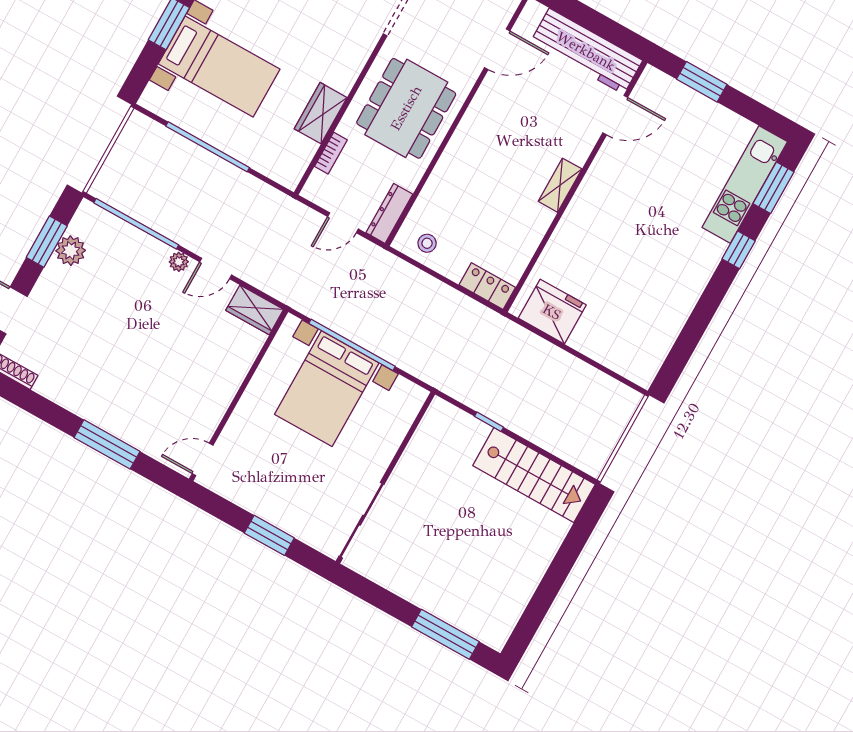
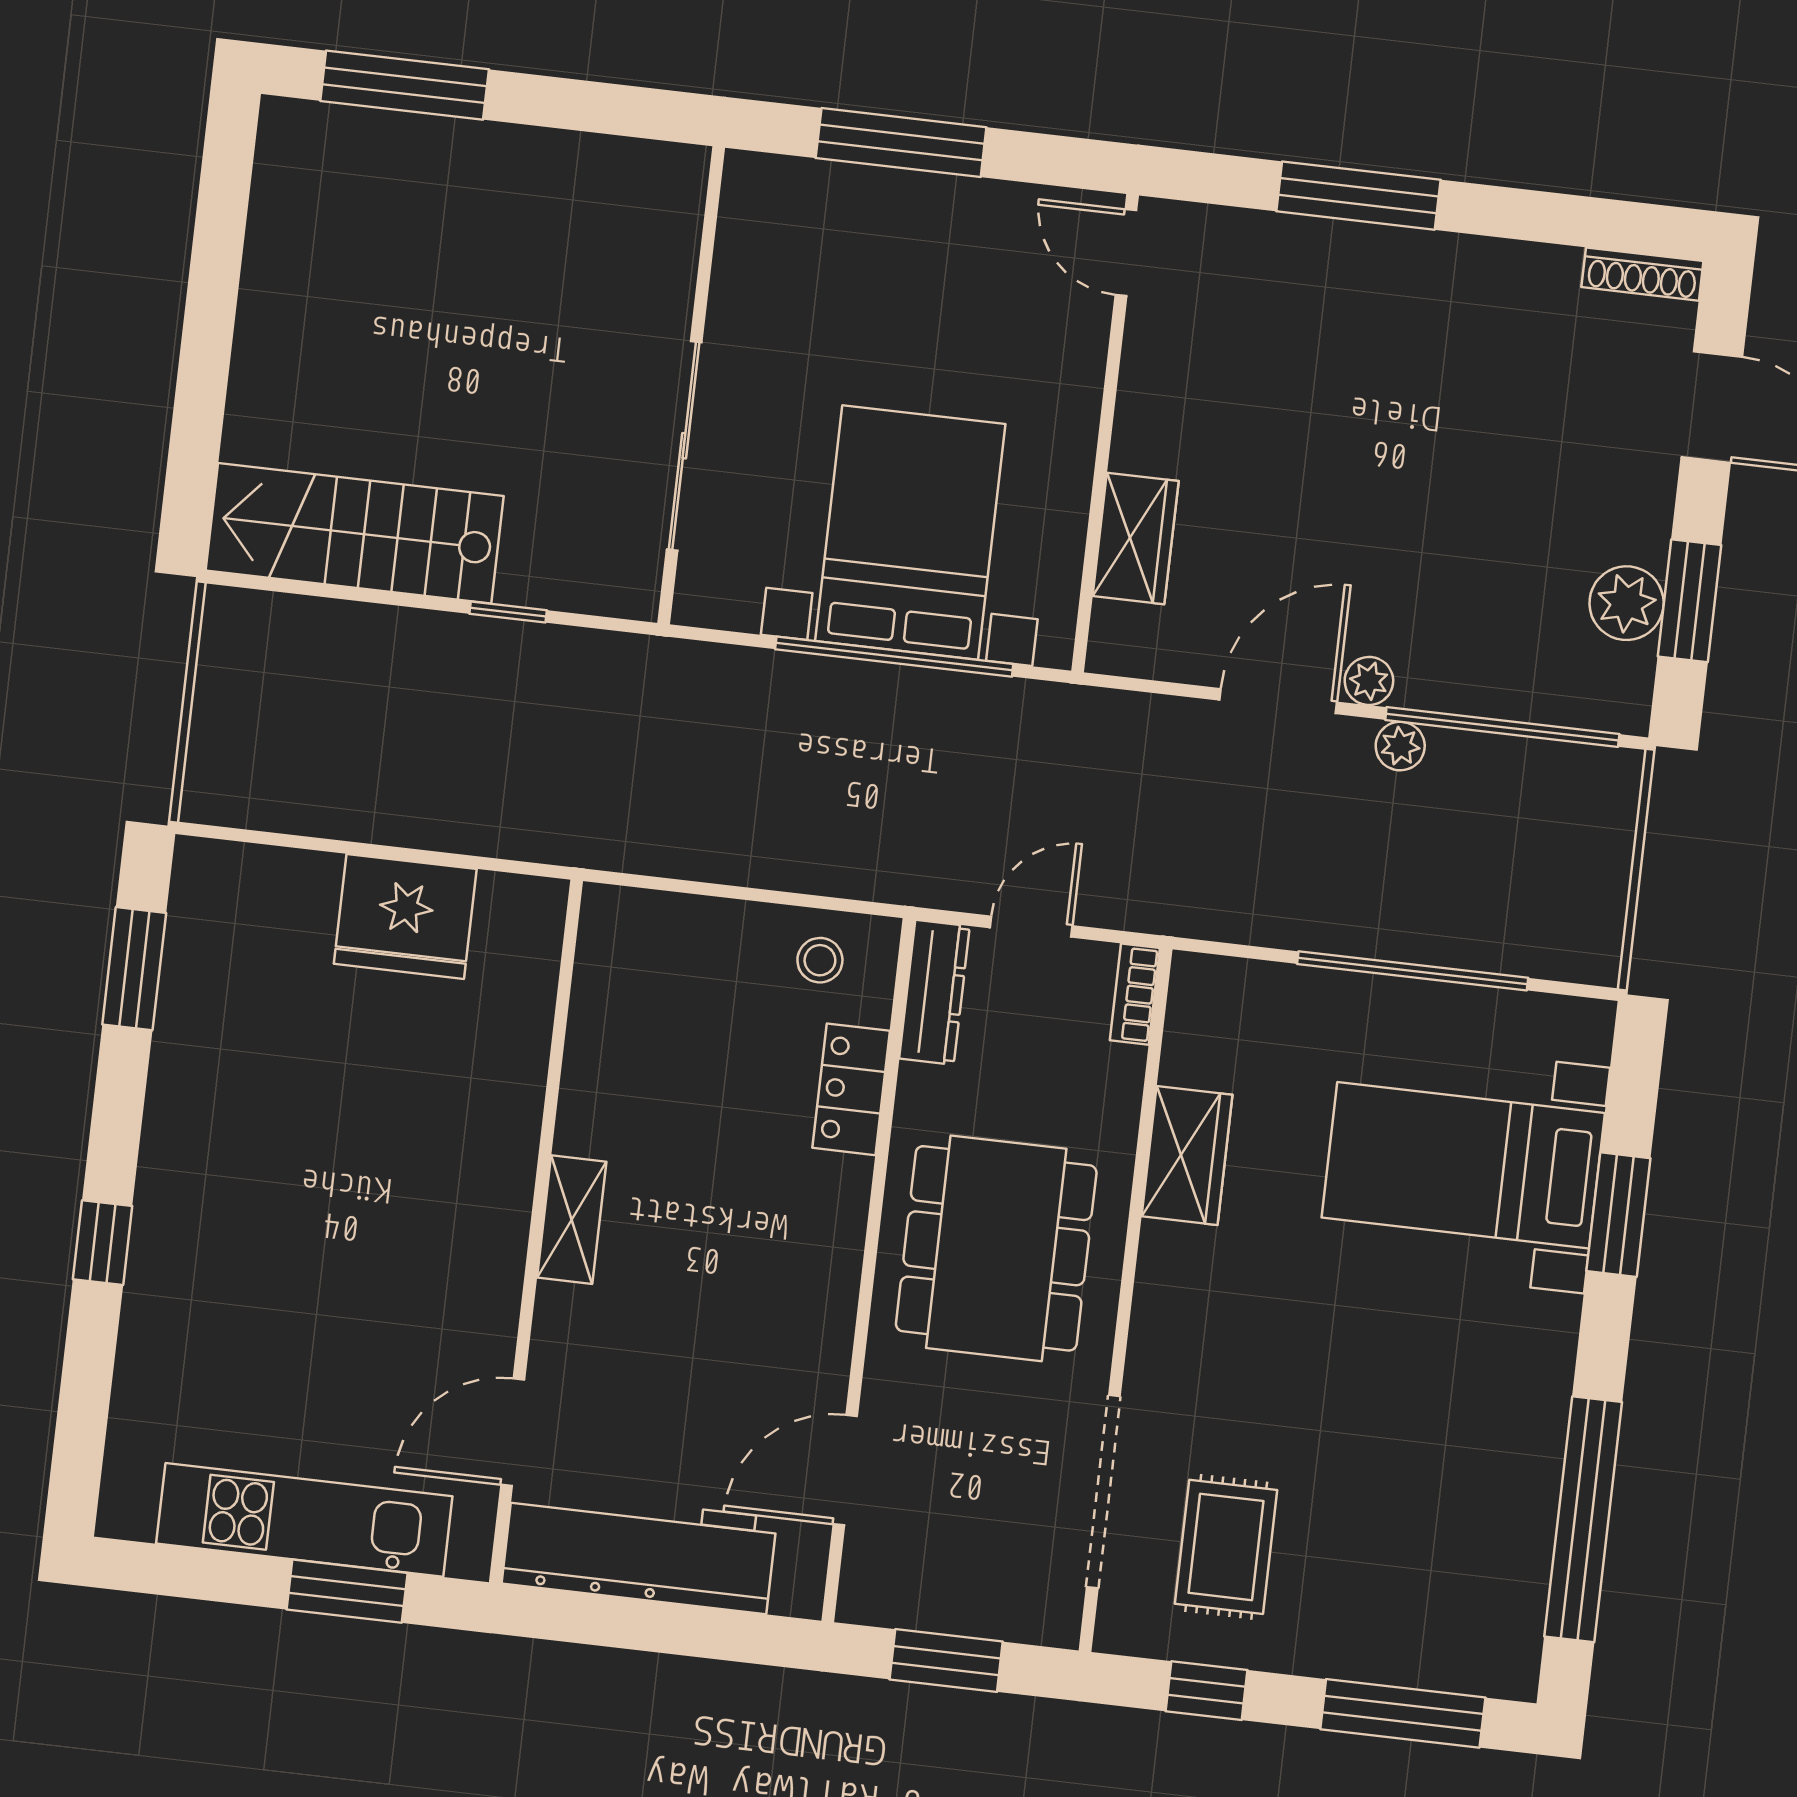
bookcase: (331, 153) -> (1135, 994), moved
kitchen unit: (745, 184) -> (304, 1520), moved, turned -90
window: (773, 188) -> (134, 969), moved
plant: (177, 233) -> (1400, 746), added
door: (216, 268) -> (1278, 701), width x1.38
locker: (487, 286) -> (851, 1089), moved, turned 90
wardrobe: (255, 310) -> (1136, 539), moved, turned 90
fridge: (552, 312) -> (405, 916), moved
door: (203, 459) -> (1126, 253), swing flipped
sliding door: (361, 520) -> (684, 446), moved
window: (269, 535) -> (901, 143), width x1.44

